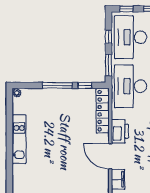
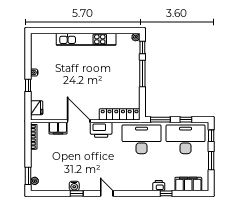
window: (85, 85) -> (142, 47), moved
kitchen unit: (19, 139) -> (86, 39), width x1.36
door: (110, 156) -> (79, 121), hinge flipped

